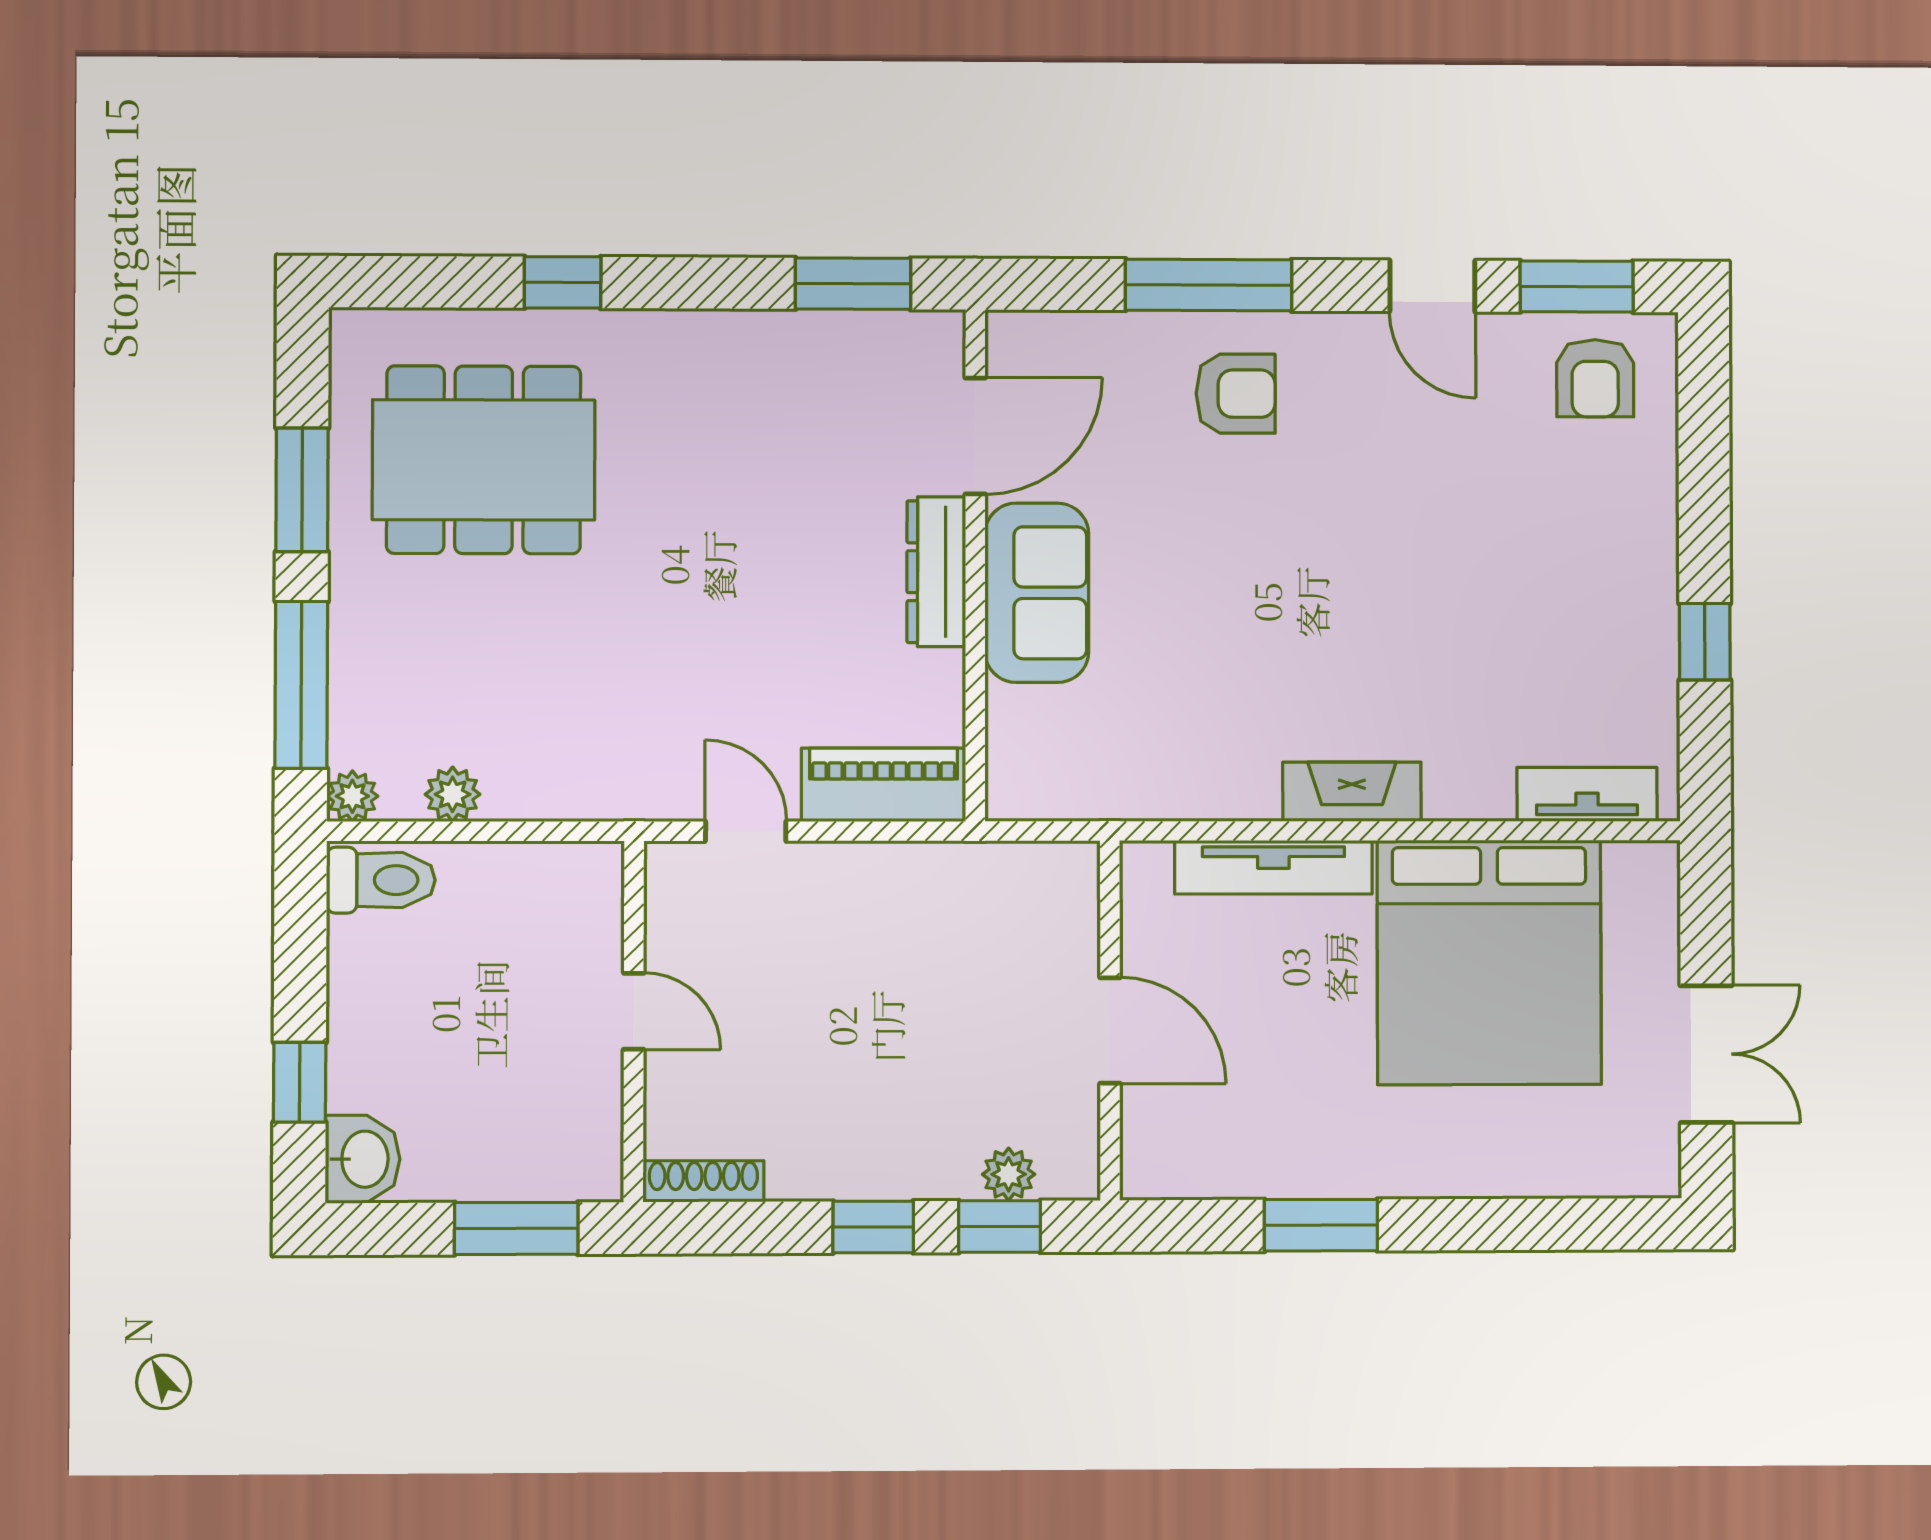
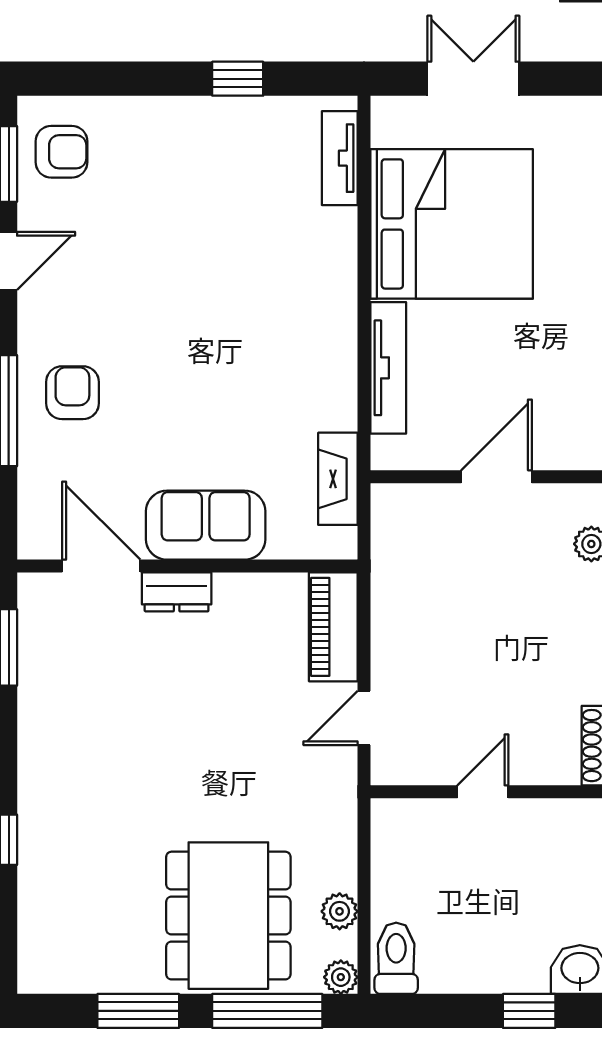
dining table: (484, 460) -> (228, 916), moved
dresser: (936, 572) -> (177, 592), width x0.70
fireplace: (1352, 792) -> (338, 479), moved
double door: (1706, 1054) -> (473, 79), moved

